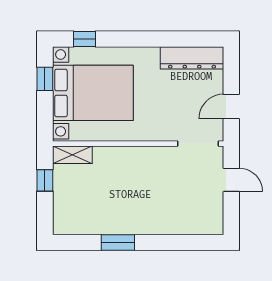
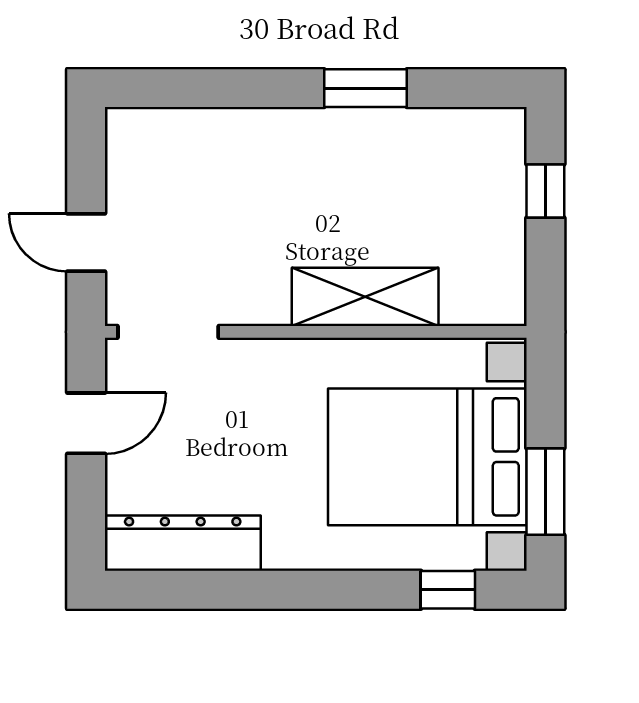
window: (45, 79) -> (545, 492), width x1.50
shelving: (72, 155) -> (365, 297), moved, width x1.50, depth x1.33
window: (45, 180) -> (545, 191), moved

